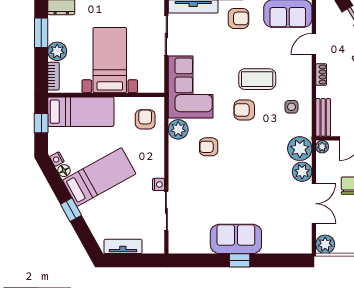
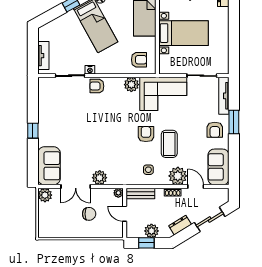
armchair: (209, 147) -> (97, 86), moved, turned -90
plant: (300, 149) -> (178, 176), moved
sofa: (236, 239) -> (49, 166), moved
tv unit: (123, 246) -> (43, 56), moved

